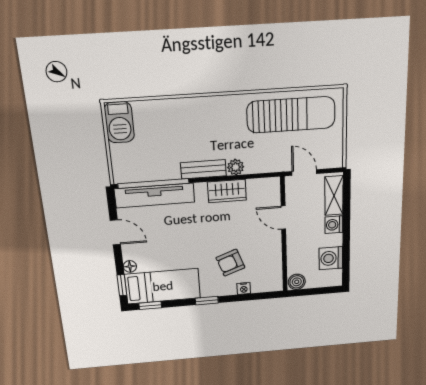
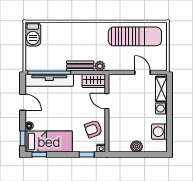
door: (283, 218) -> (107, 101), moved
wall: (284, 235) -> (107, 113), moved
window: (207, 301) -> (87, 155), moved

